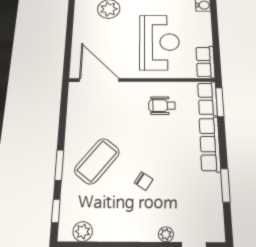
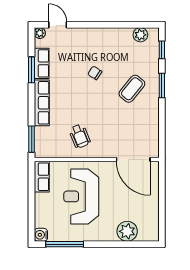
row of seats: (207, 99) -> (42, 63), moved
wheelchair: (162, 106) -> (80, 136), turned 68
coffee table: (97, 161) -> (132, 89), width x0.73, depth x0.76
plant: (166, 234) -> (40, 33), moved

